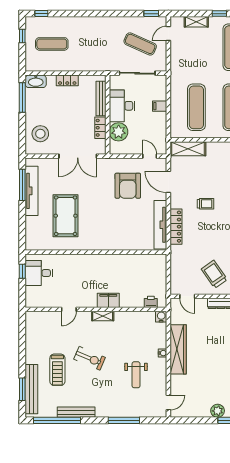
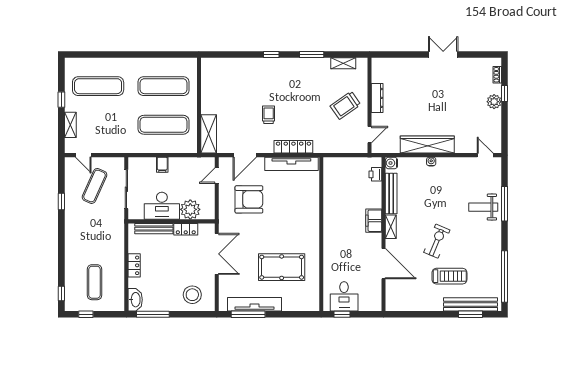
window: (151, 14) -> (61, 202), moved
door: (69, 309) -> (384, 264), width x1.87
weight bench: (136, 375) -> (483, 207), moved, turned 180
bench: (76, 412) -> (391, 194), moved

